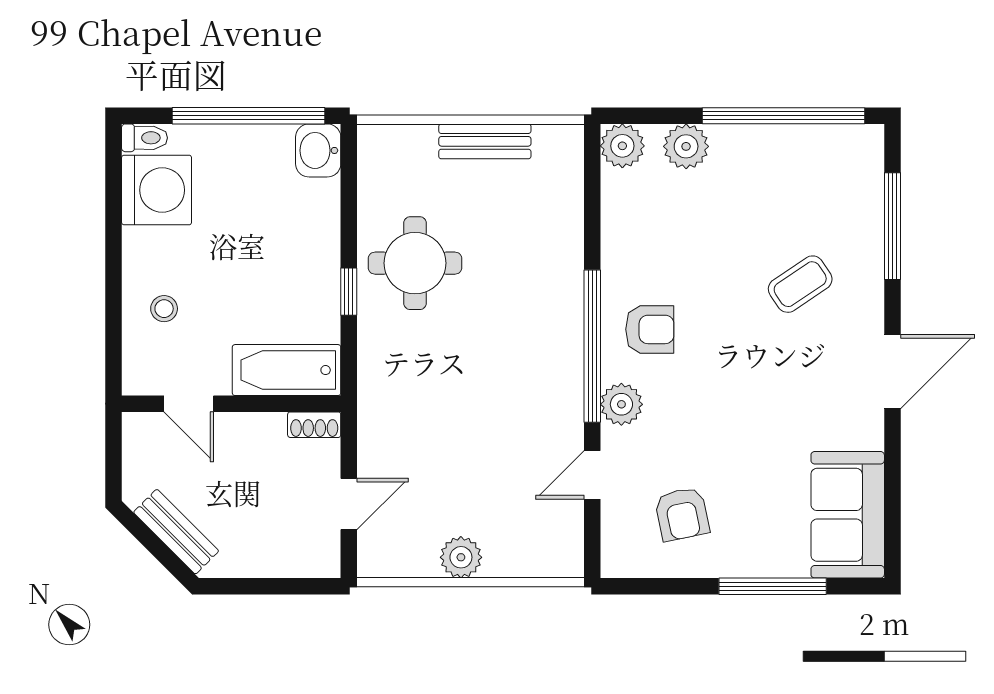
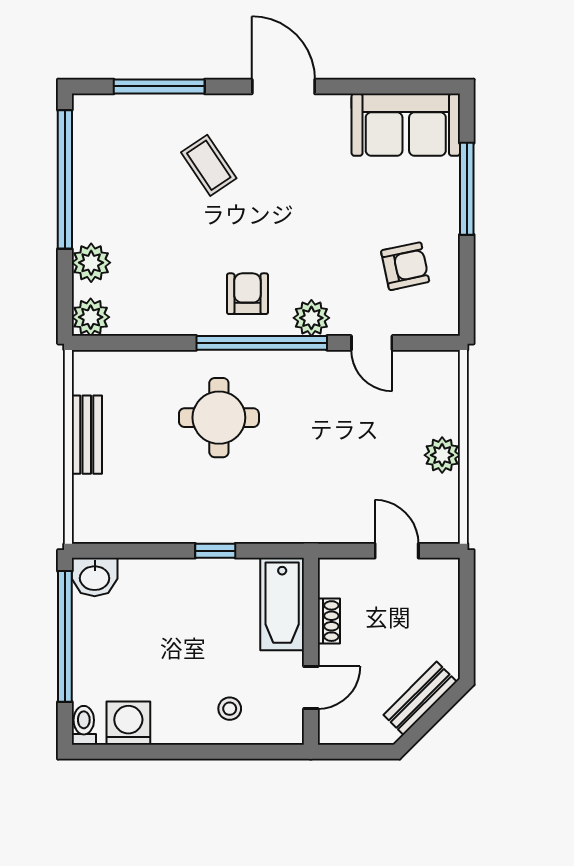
washing machine: (157, 190) -> (128, 723), width x0.73, depth x0.73
round table: (415, 263) -> (219, 418), moved
shoe rack: (314, 425) -> (329, 621), moved

